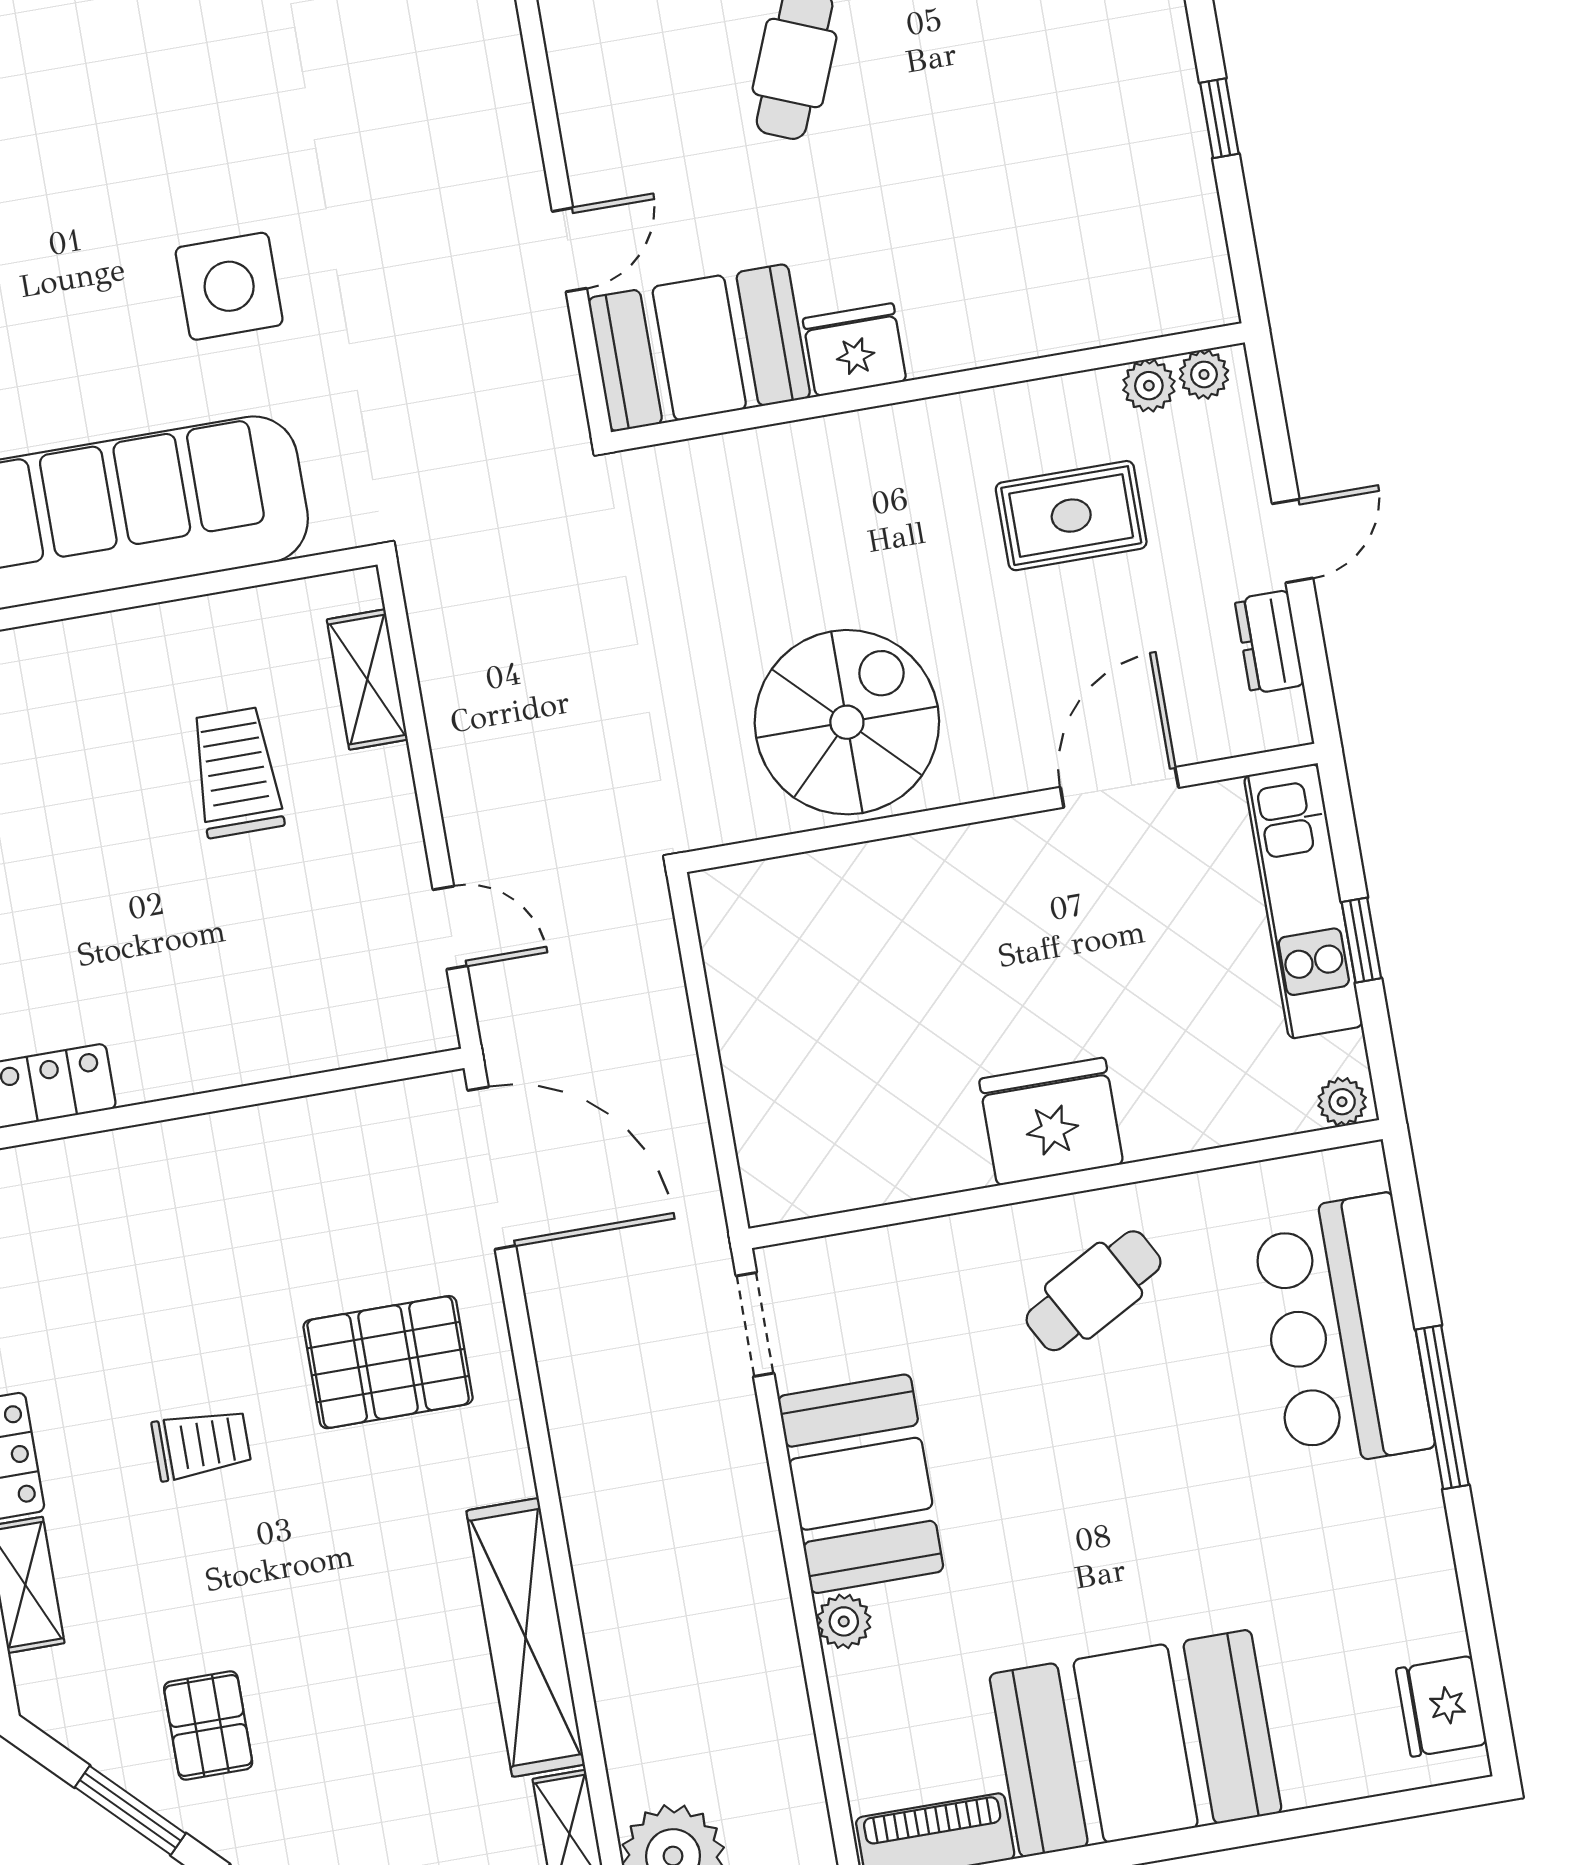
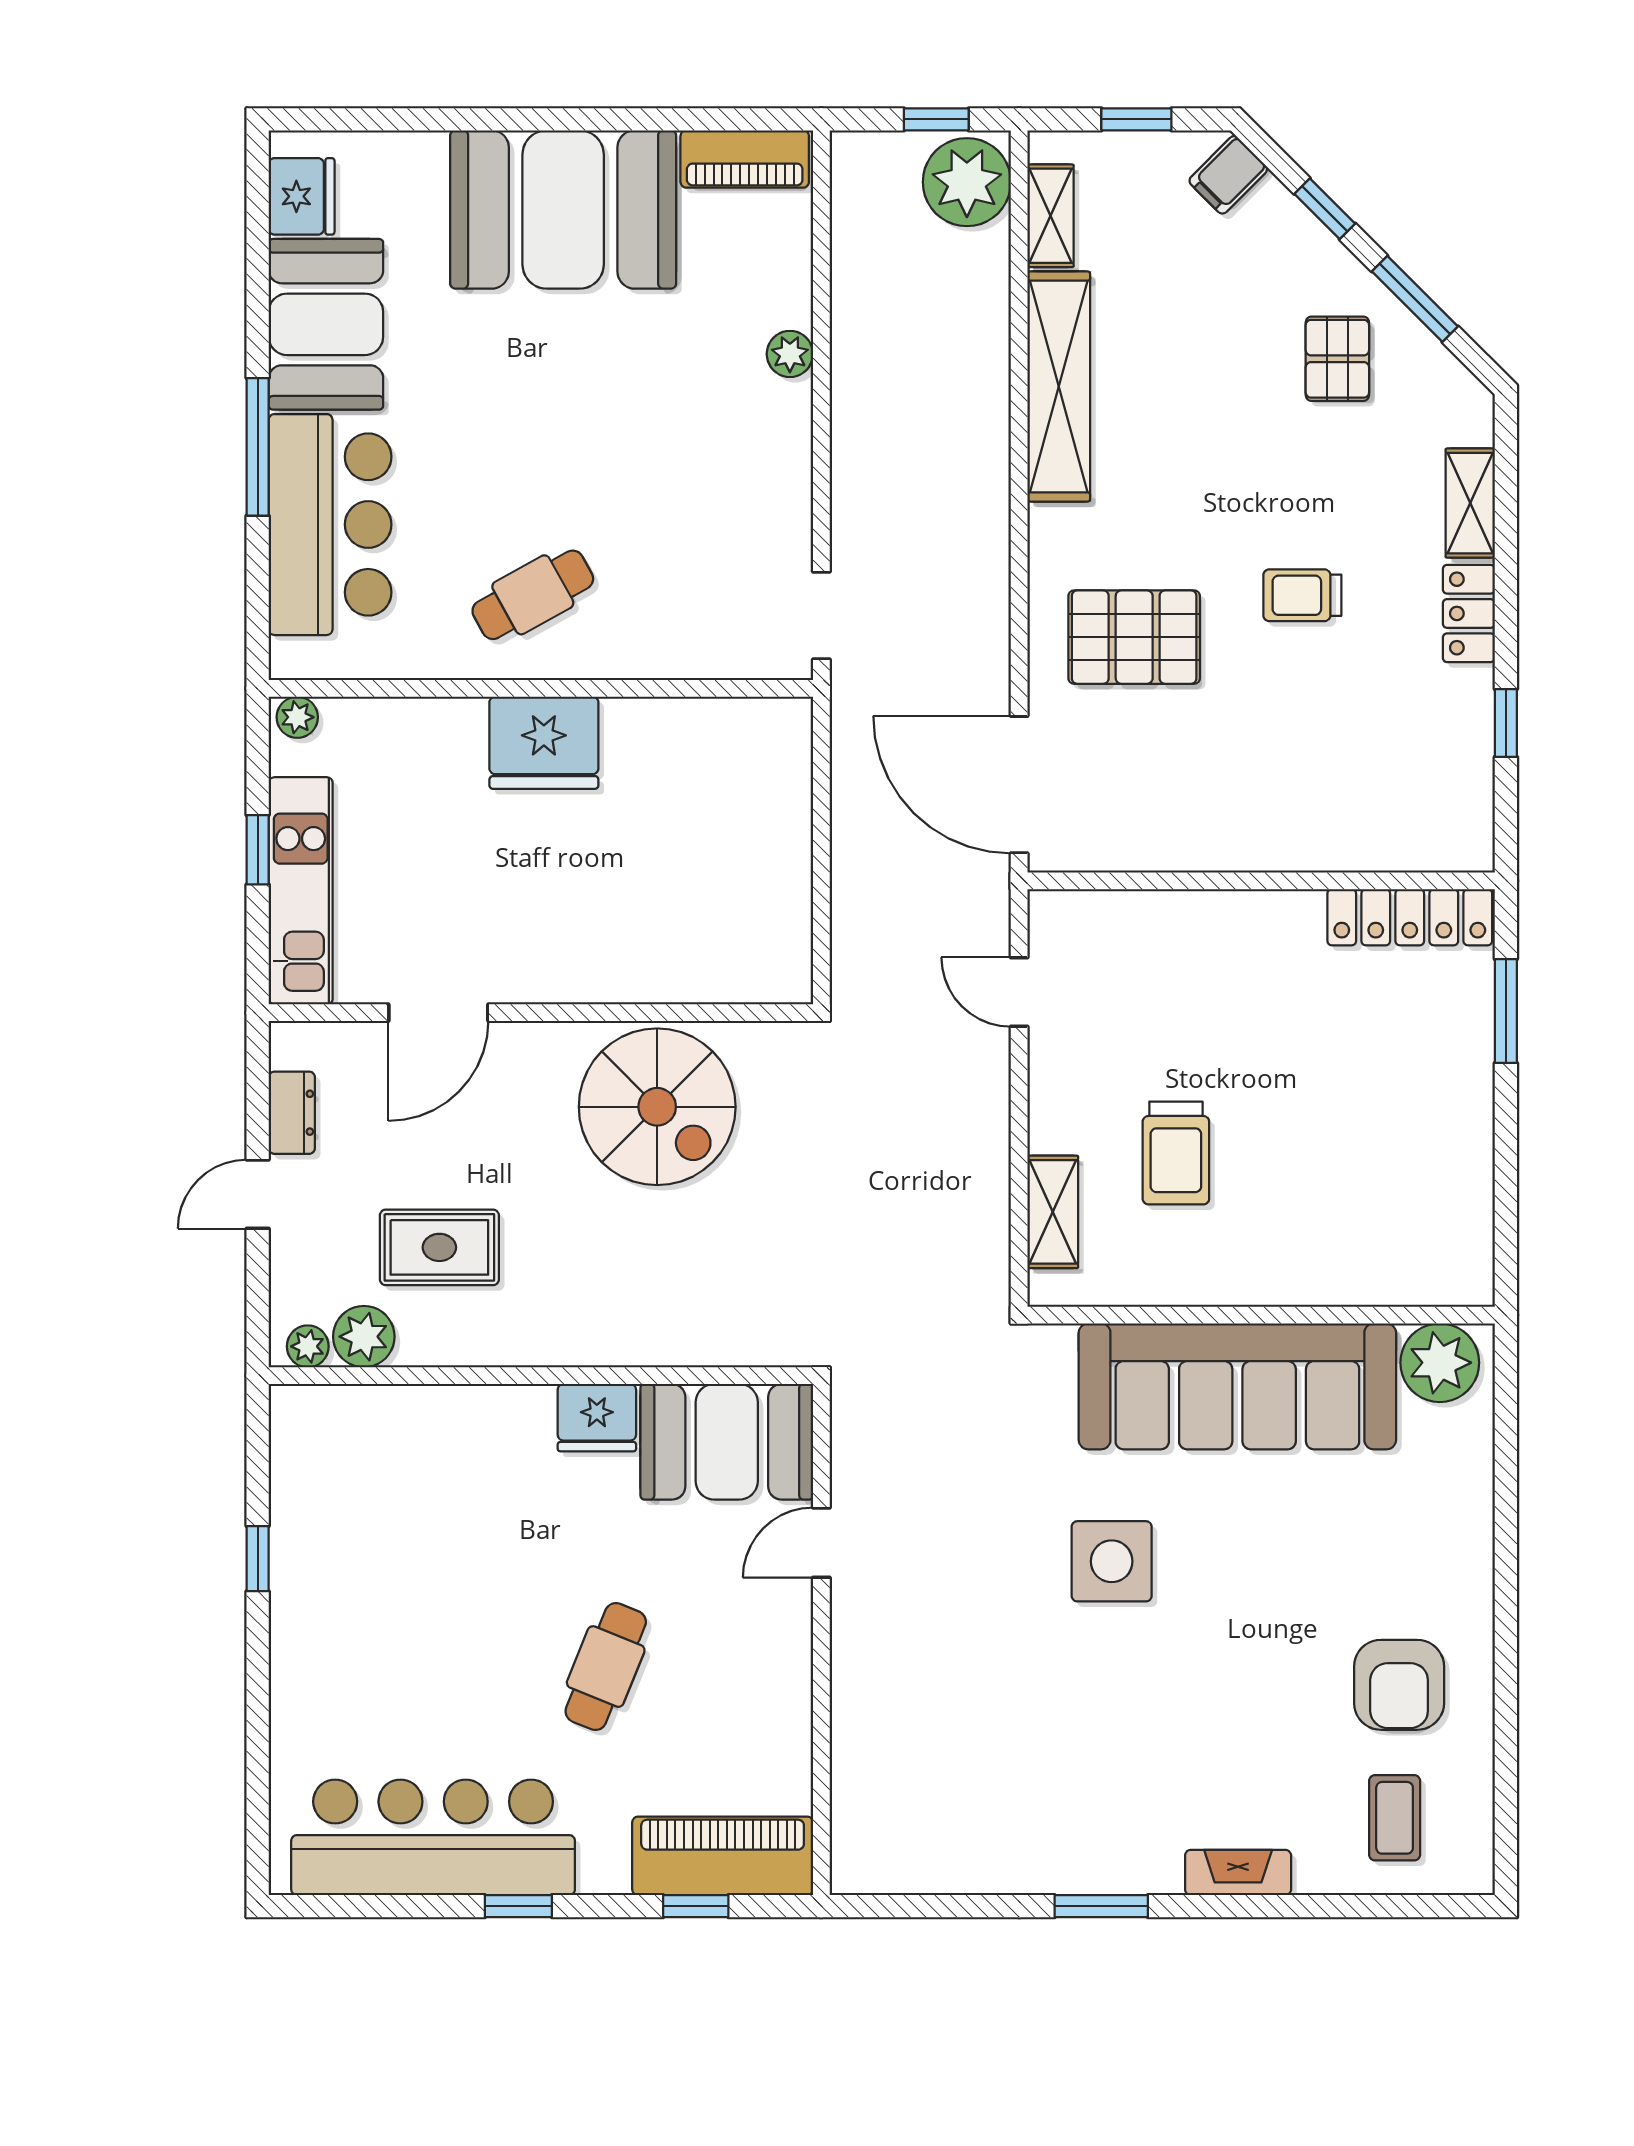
plant: (1149, 386) -> (364, 1337), width x1.38, depth x1.38
spiral stairs: (847, 722) -> (657, 1107), turned -90
booth: (861, 1484) -> (326, 324), moved

